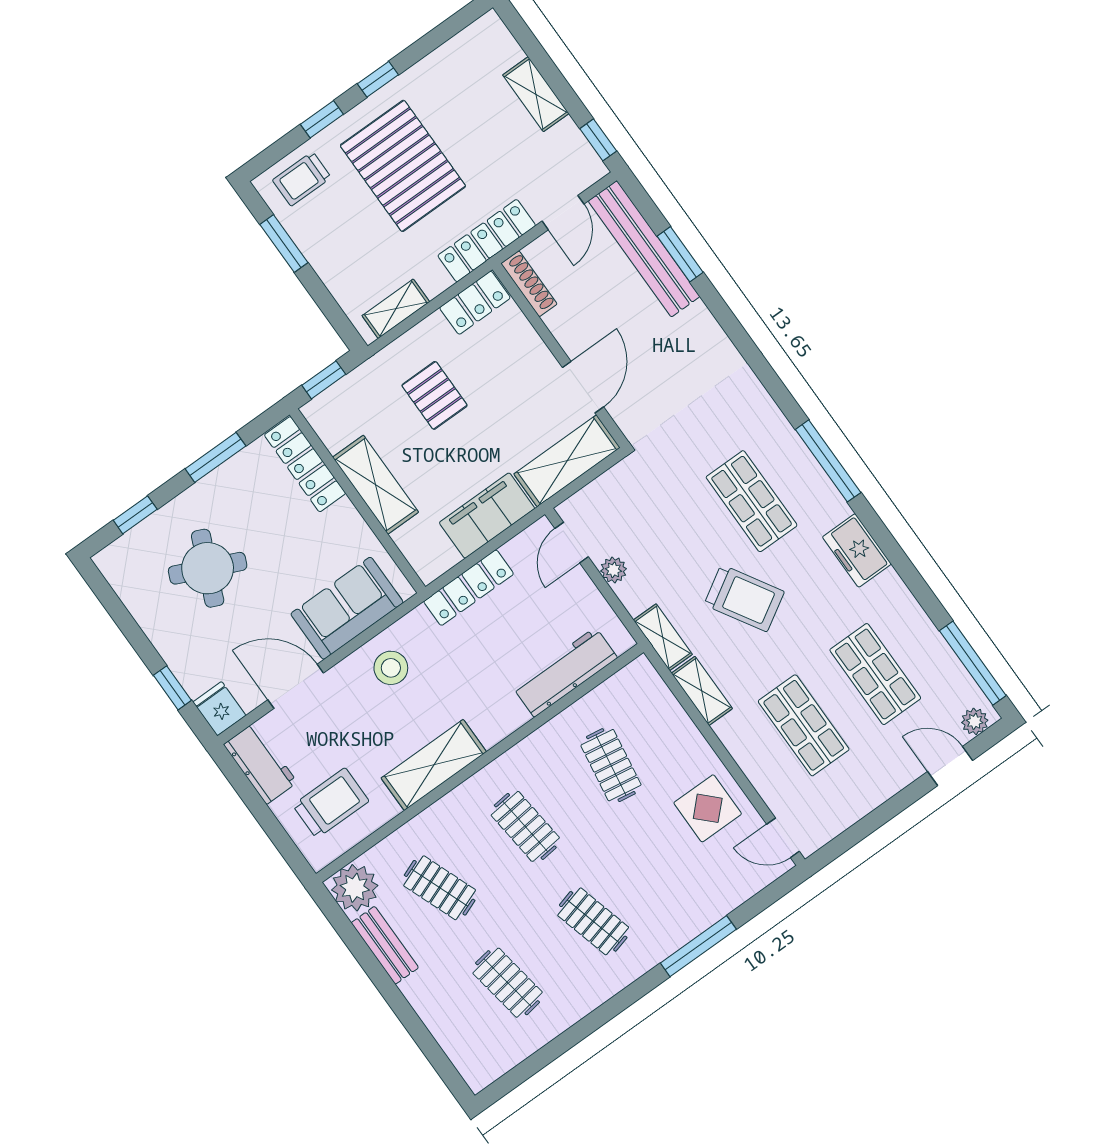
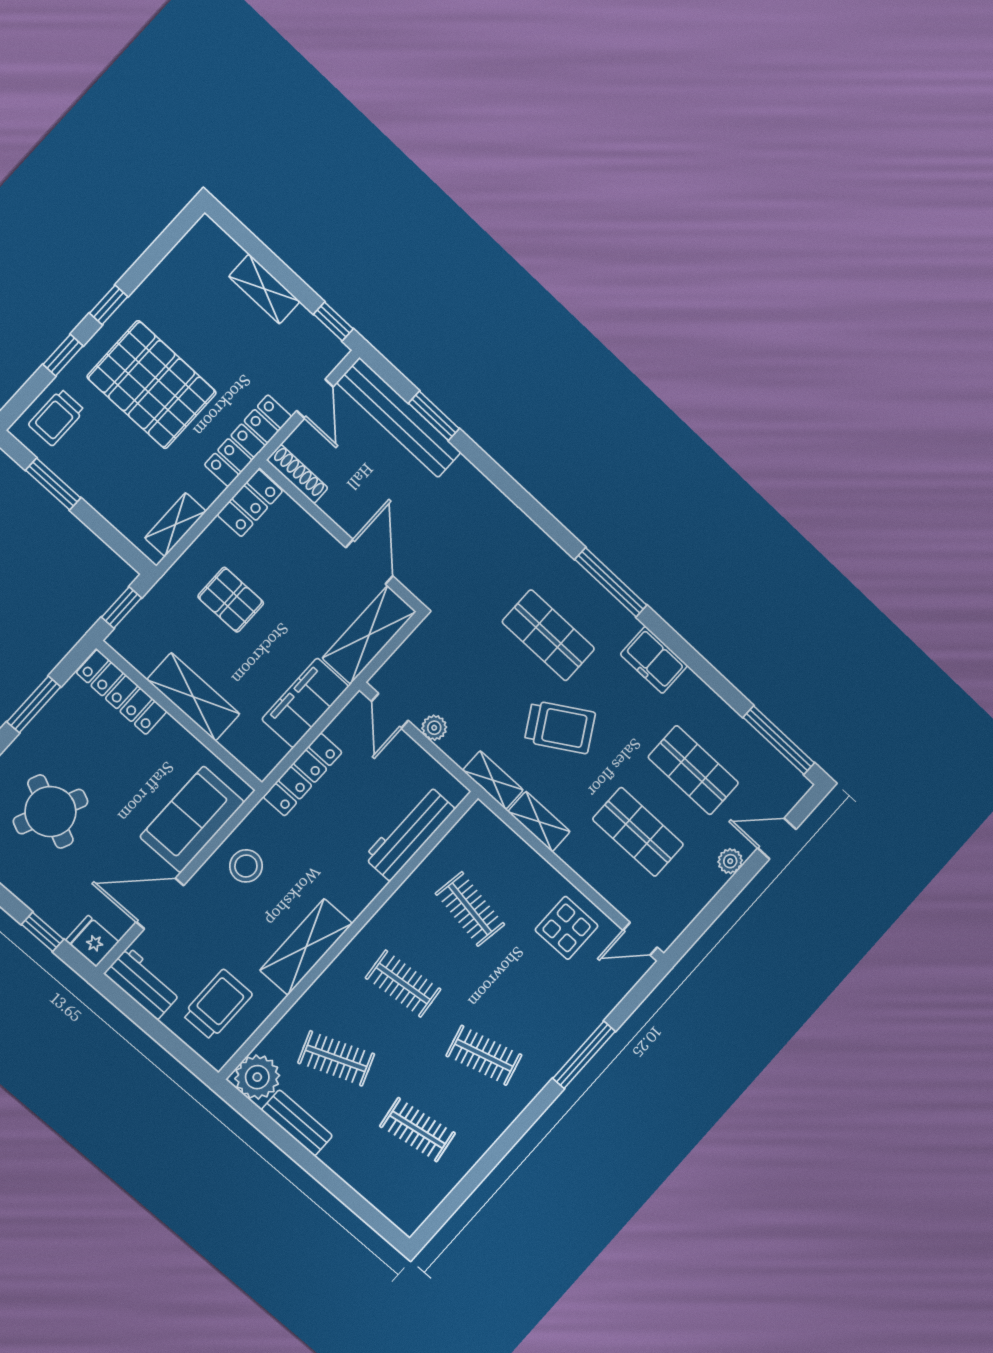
plant: (975, 721) -> (730, 861), moved

